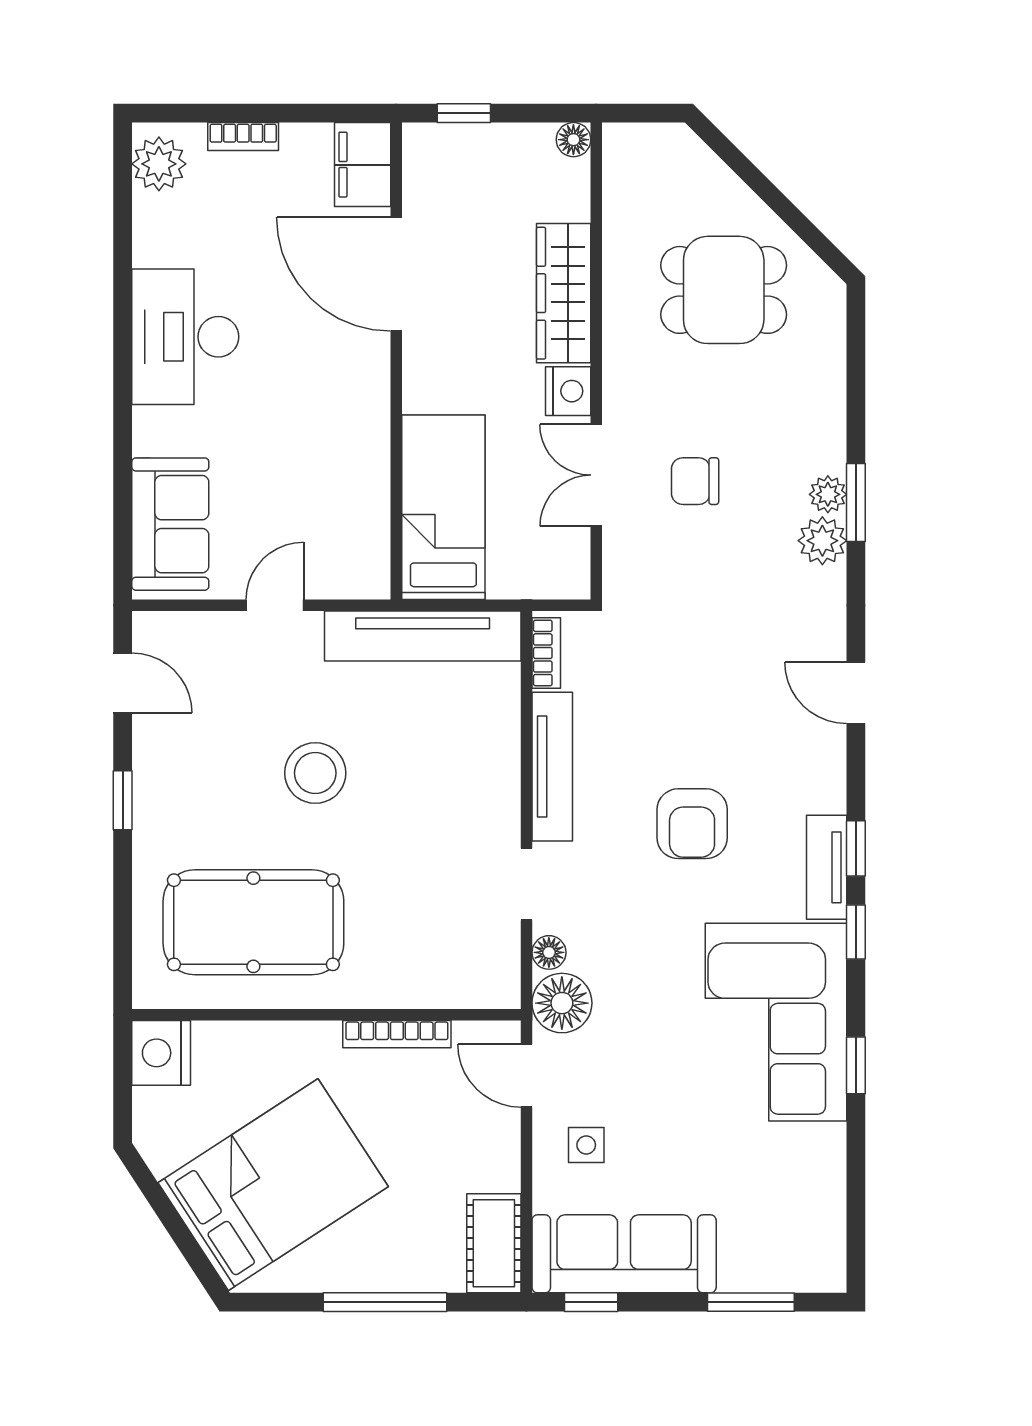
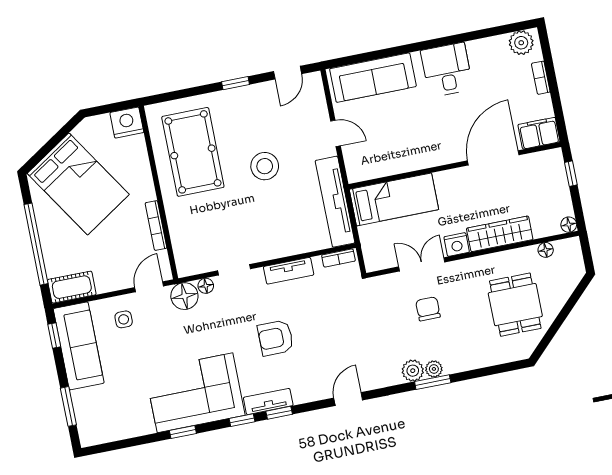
floor lamp: (618, 201) -> (546, 250), added
desk: (185, 337) -> (447, 70), width x0.73
sofa: (170, 524) -> (373, 78), width x1.36
tv unit: (552, 767) -> (289, 271), width x0.71
window: (385, 1302) -> (36, 244), width x1.46

